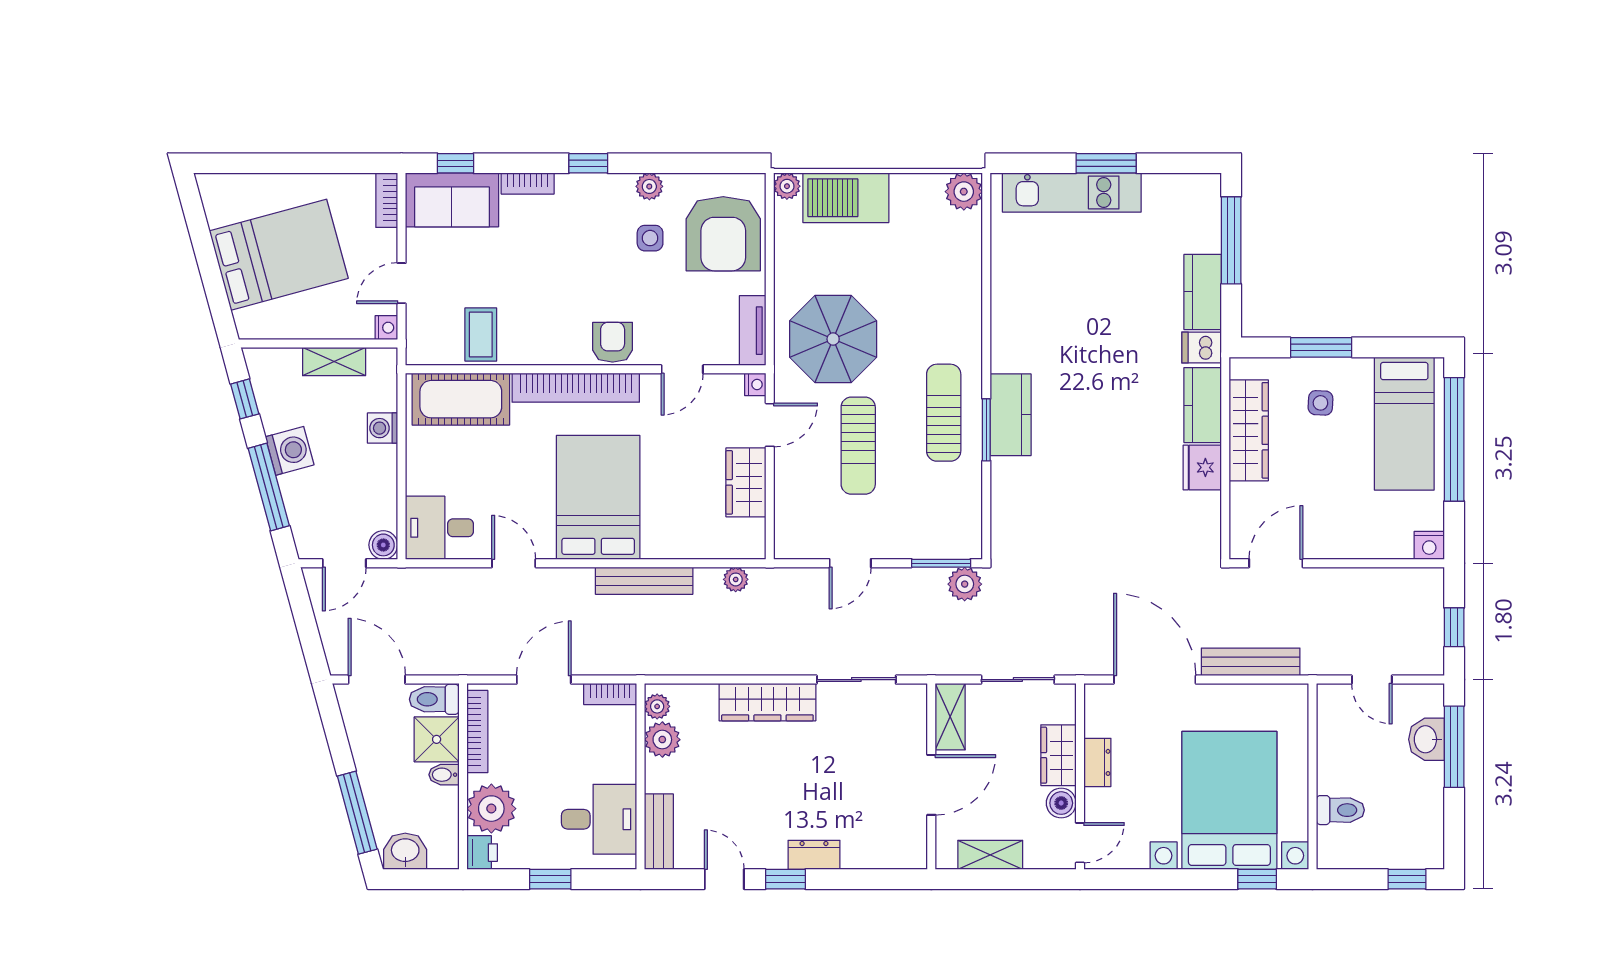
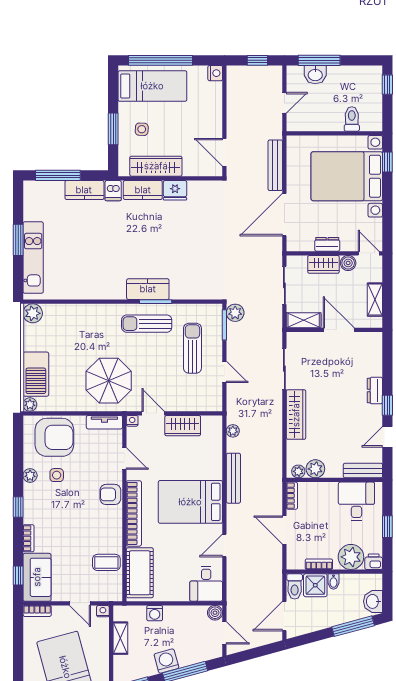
sun lounger: (858, 446) -> (192, 348), moved, turned -90
bookcase: (477, 732) -> (319, 564), width x0.64

